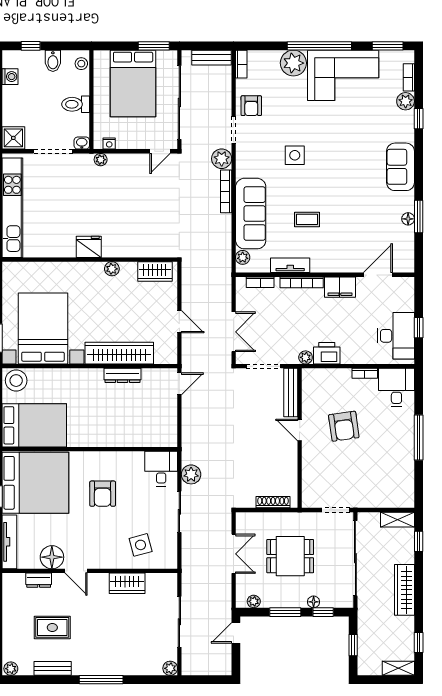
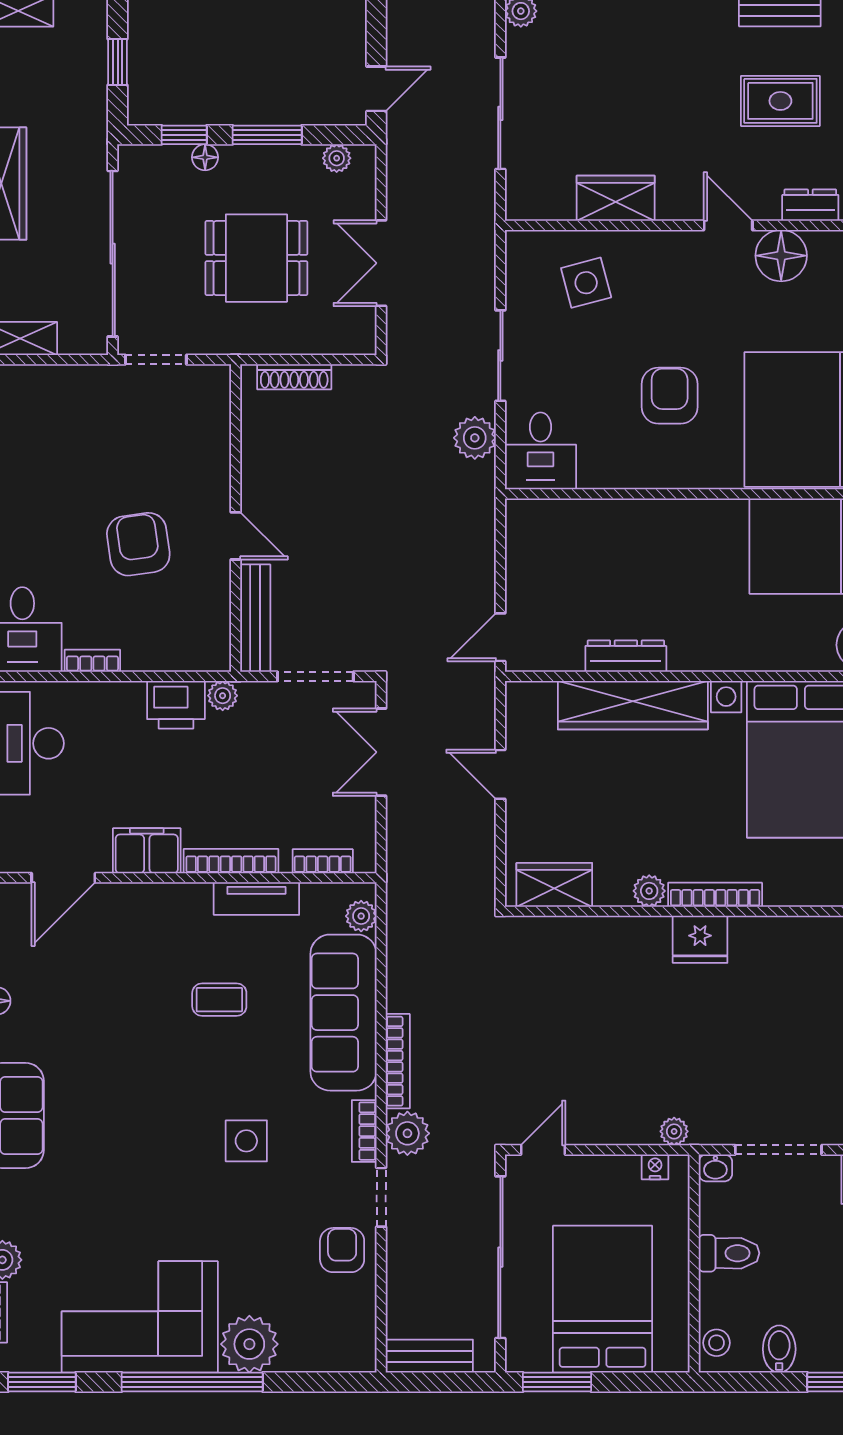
bookcase: (241, 64) -> (364, 1131), moved
bookcase: (82, 267) -> (715, 895), added

